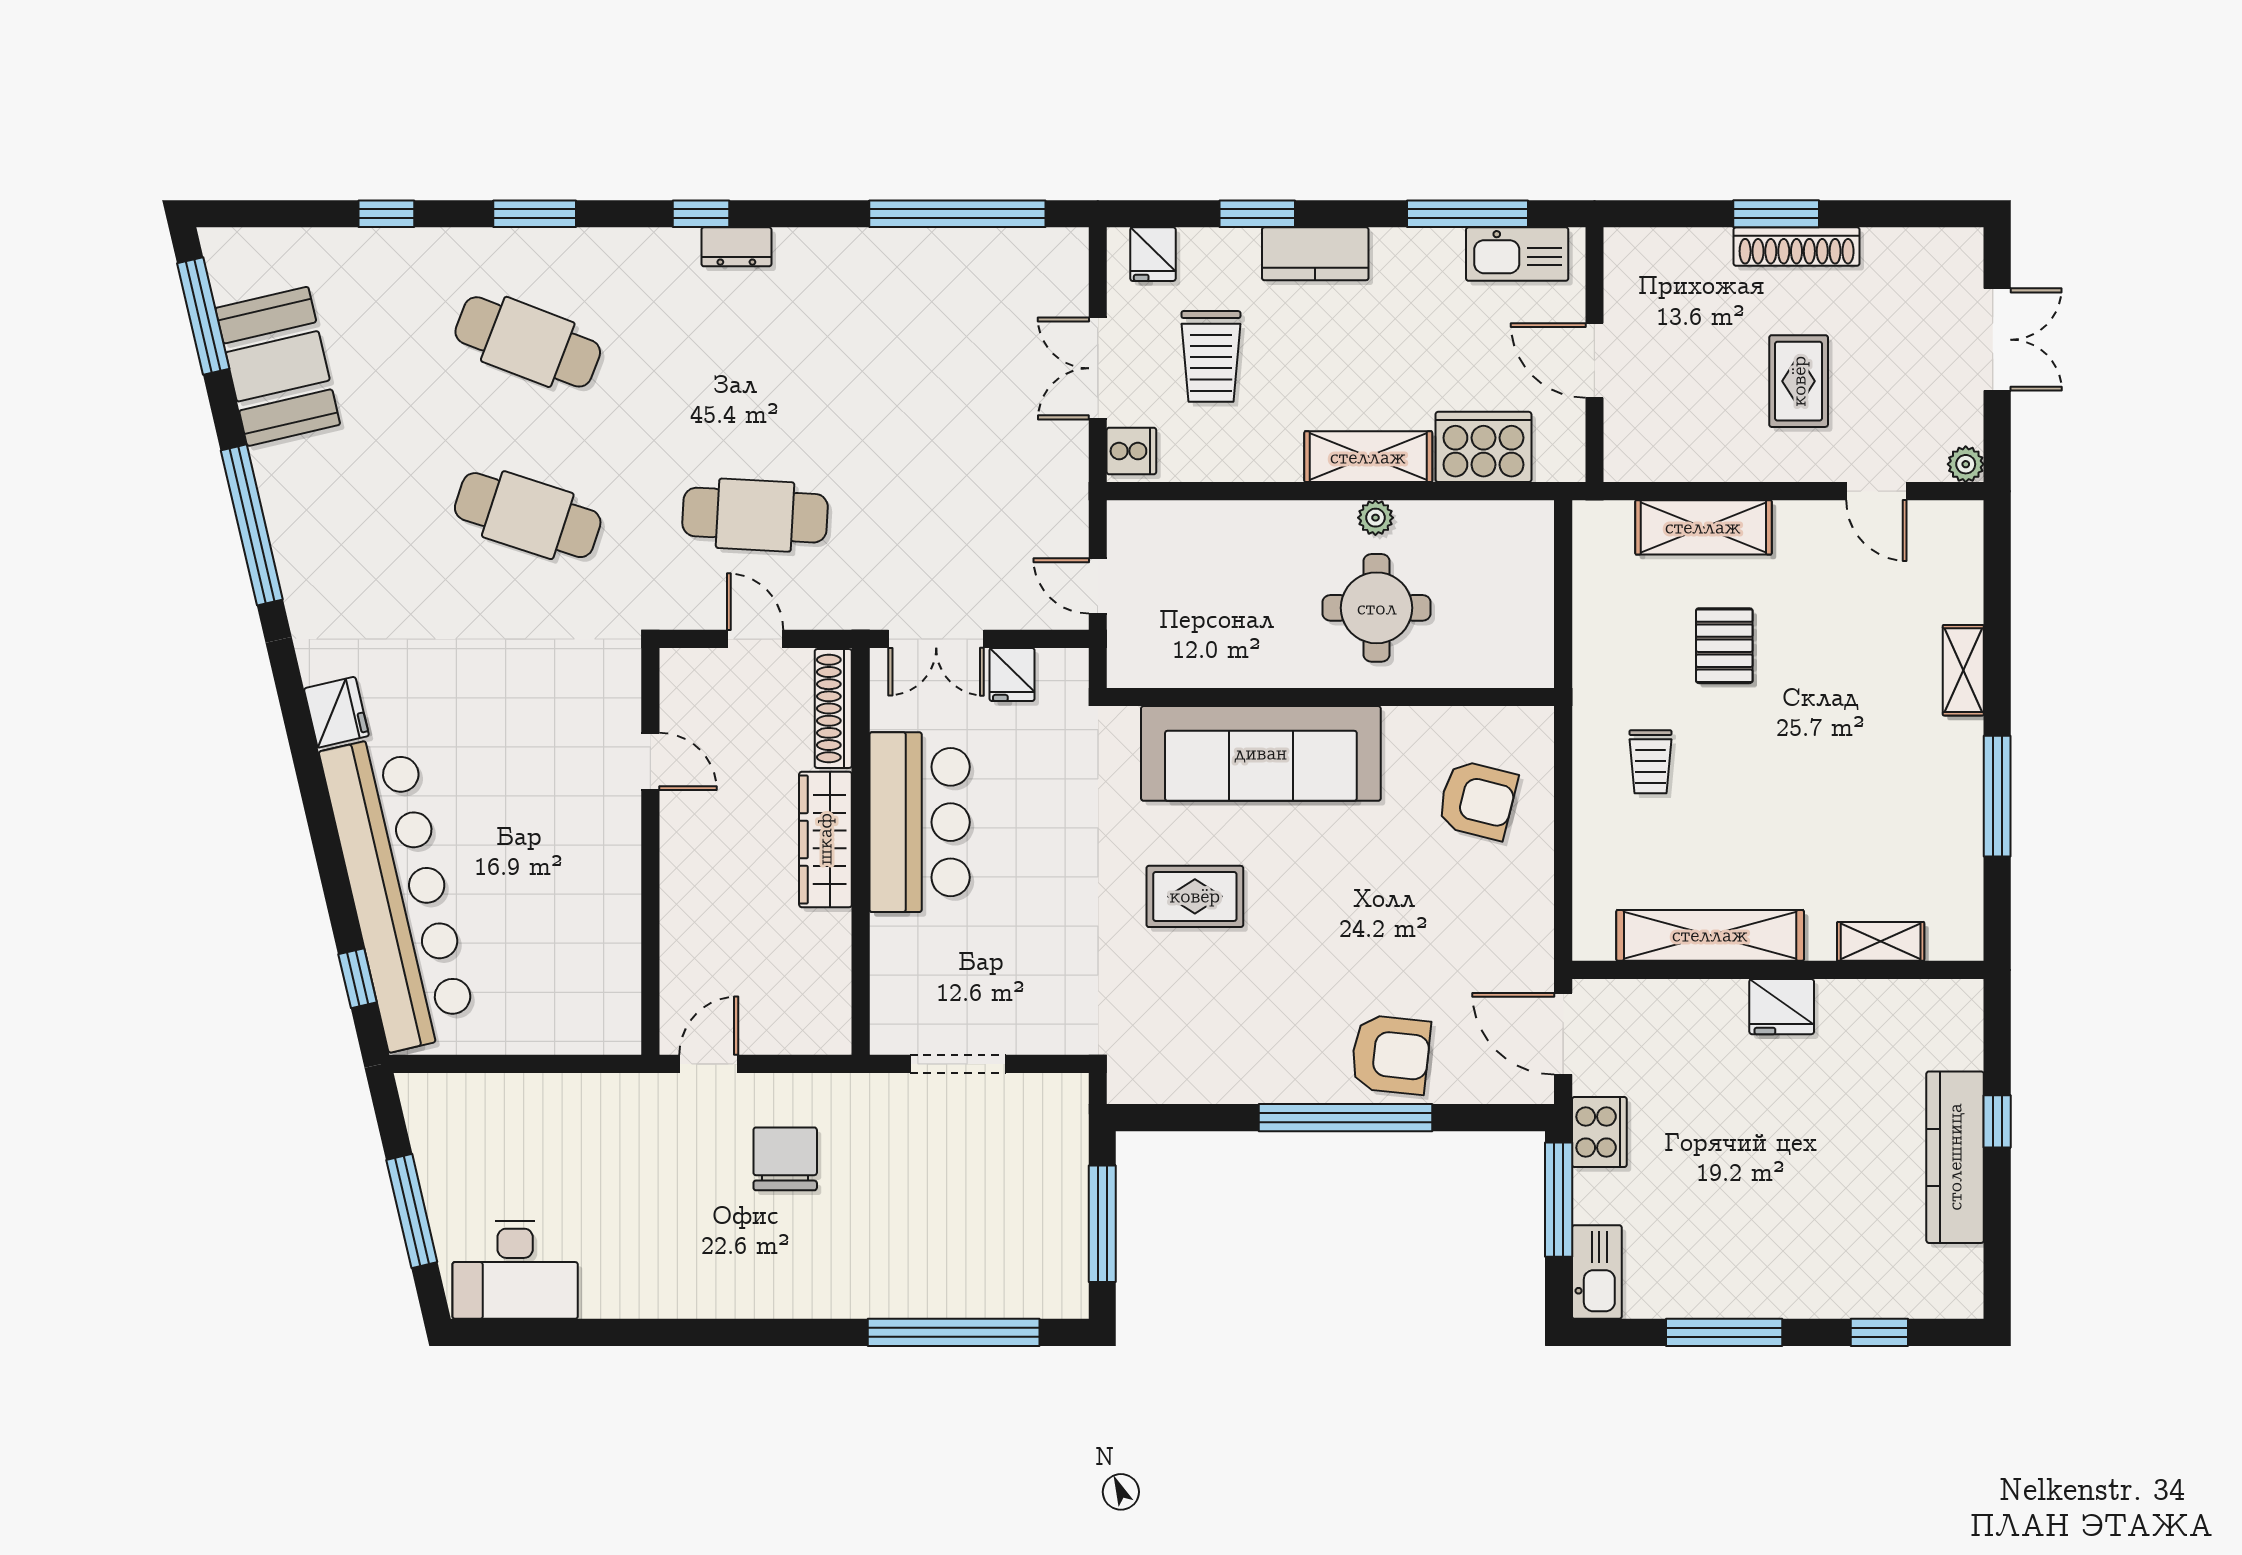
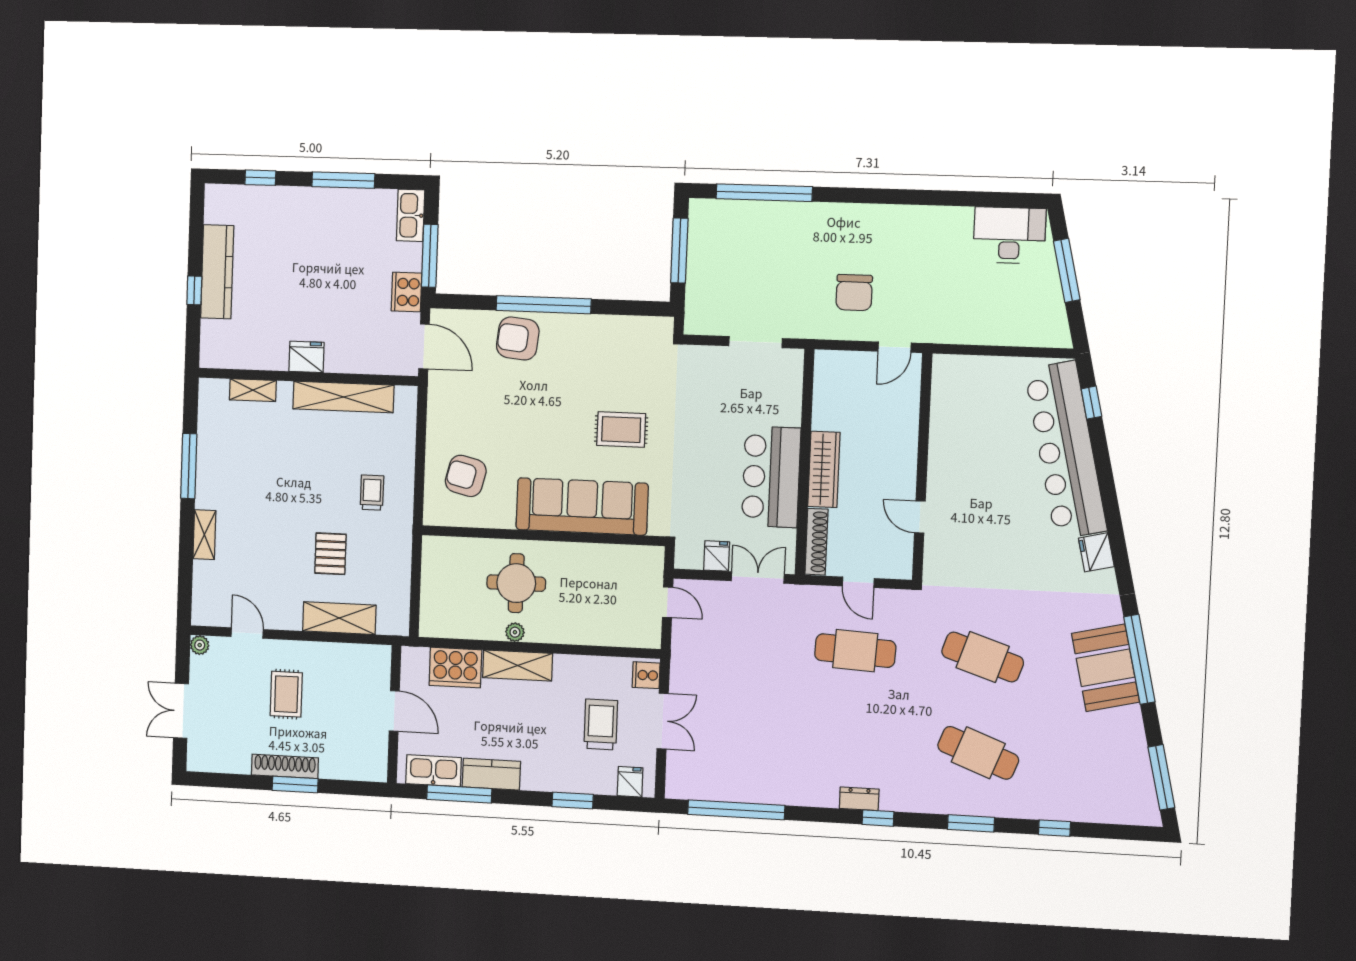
kitchen counter: (1315, 254) -> (491, 774), moved
booth: (278, 366) -> (1105, 668), moved

